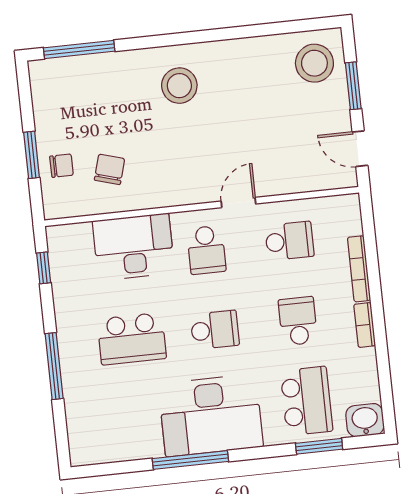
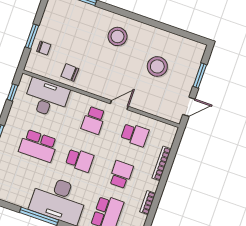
stool: (314, 63) -> (157, 66), moved
door: (360, 149) -> (189, 107), swing flipped
chair: (109, 169) -> (70, 72), moved, turned -103
desk: (134, 247) -> (46, 98), moved
bookcase: (365, 325) -> (148, 203), moved

